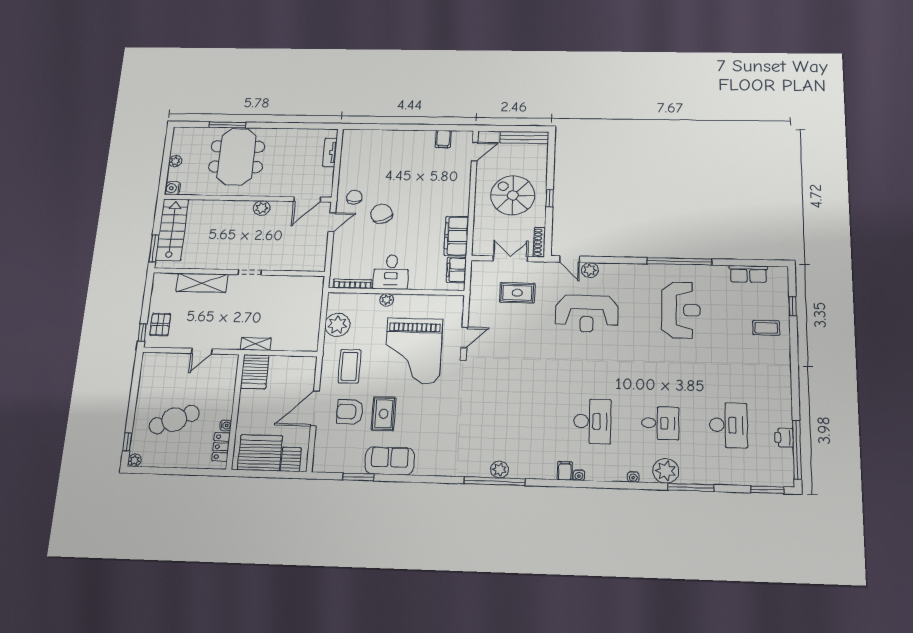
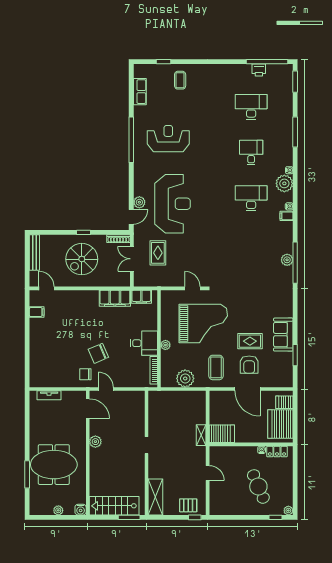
shelving: (202, 283) -> (155, 497), moved
reception desk: (587, 314) -> (172, 204), width x1.36, depth x1.30
coffee table: (349, 366) -> (216, 367), turned 90
plant: (666, 471) -> (284, 183), moved

